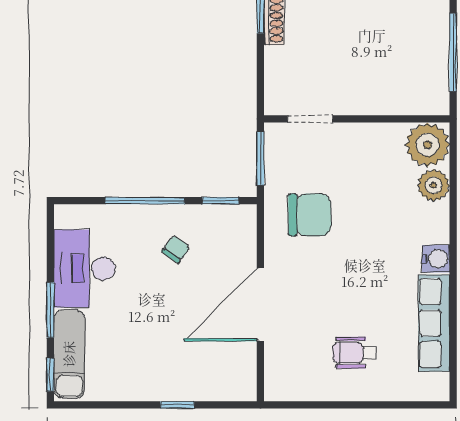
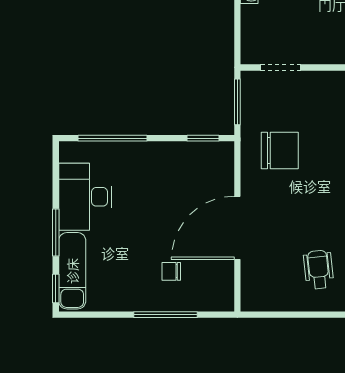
window: (145, 201) -> (112, 138), moved
chair: (176, 249) -> (171, 271), moved, turned -126
wheelchair: (354, 353) -> (319, 270), turned 84
window: (177, 405) -> (165, 315), width x2.17

